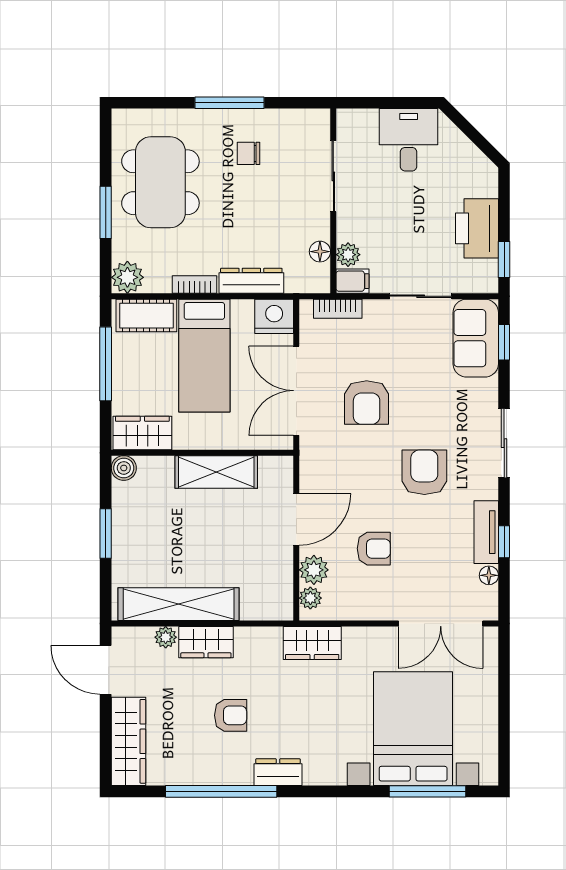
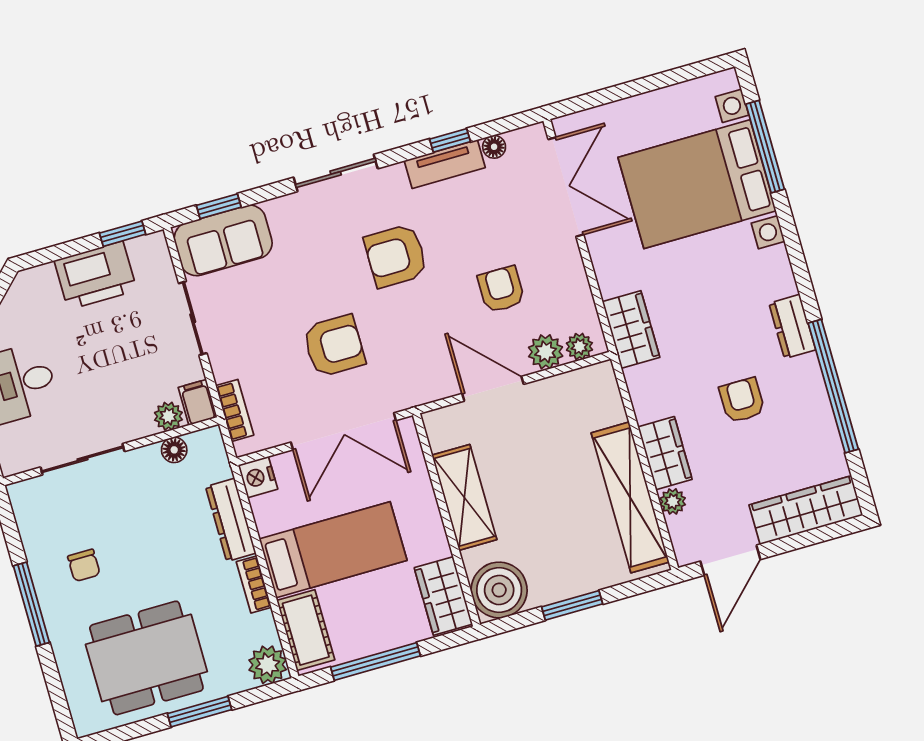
nightstand: (274, 316) -> (258, 477), width x0.74, depth x0.75
boiler: (124, 468) -> (499, 590), width x1.86, depth x1.86

